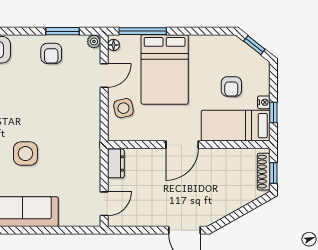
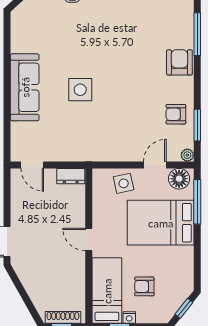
floor lamp: (114, 45) -> (179, 179), width x1.89, depth x1.89
door: (104, 75) -> (155, 165), swing flipped
door: (182, 145) -> (89, 239), width x0.73

